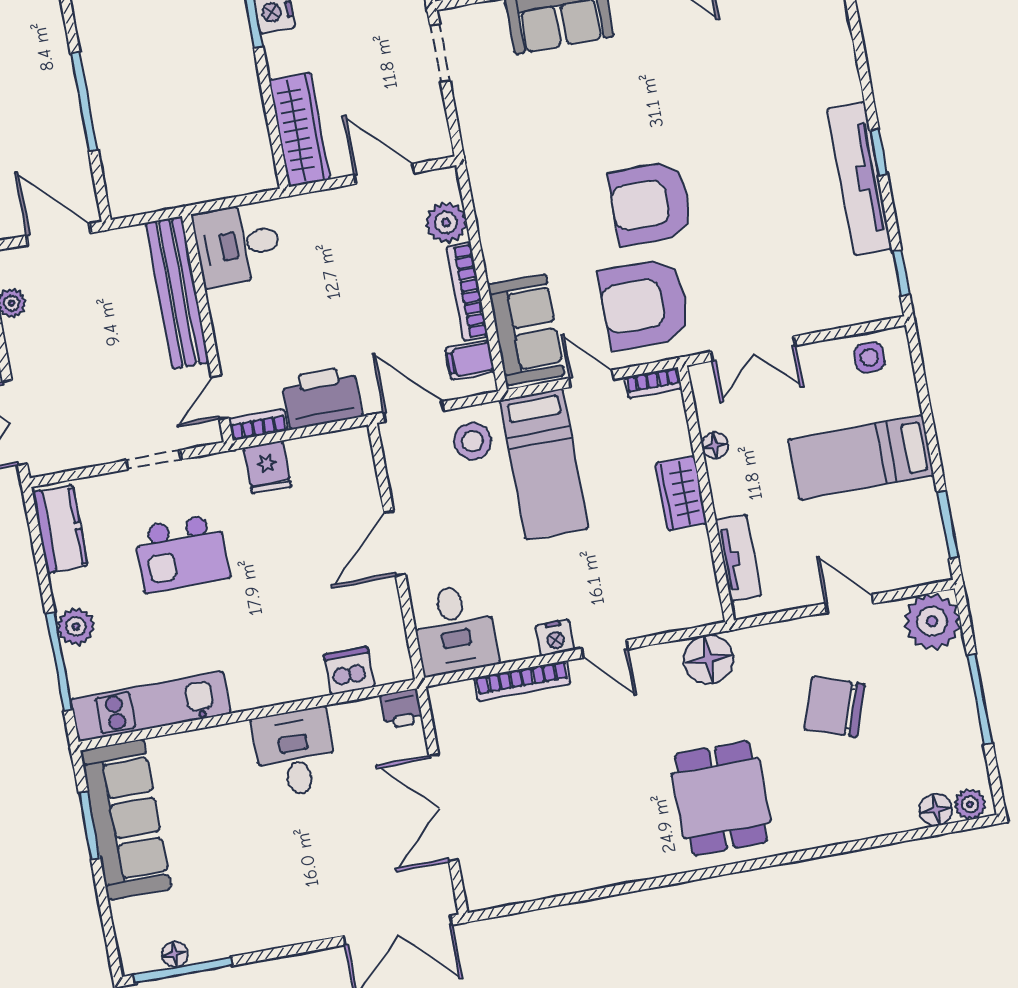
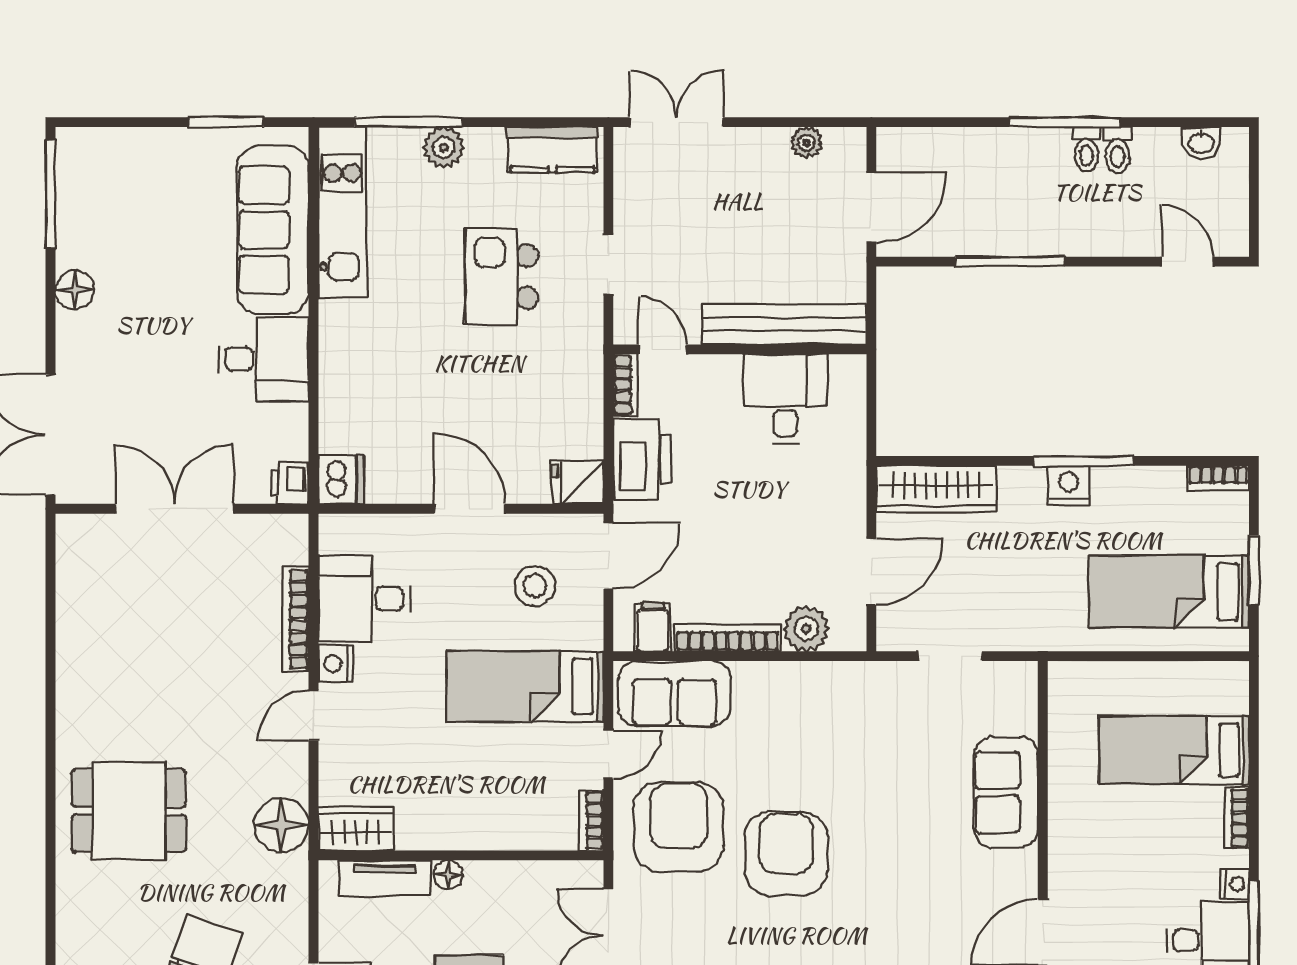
doorway: (440, 53) -> (950, 656), moved
desk: (238, 245) -> (785, 399), moved
stool: (473, 441) -> (535, 586), moved
floor lamp: (715, 446) -> (448, 875), moved
fridge: (267, 467) -> (578, 482), moved
wardrobe: (681, 493) -> (356, 829), moved
desk: (455, 630) -> (364, 599), moved
dishwasher: (349, 671) -> (341, 480), moved
sofa: (126, 820) -> (273, 230), moved, turned 90
floor lamp: (175, 954) -> (75, 290), moved, width x1.37, depth x1.37

